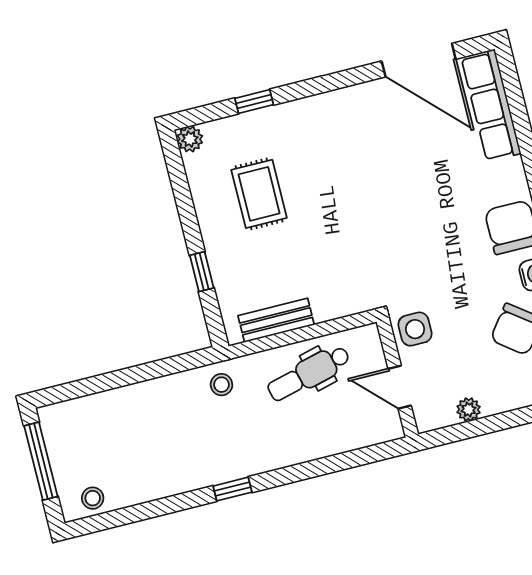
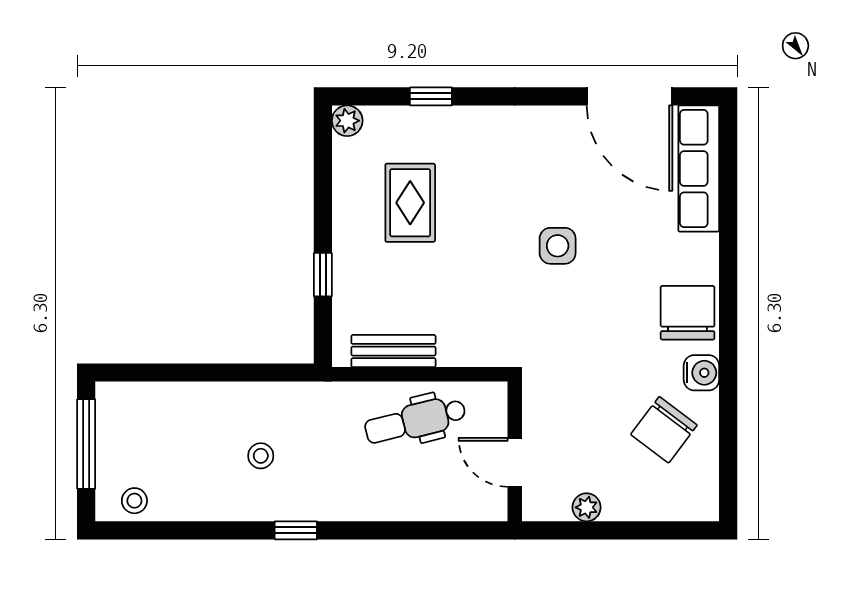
side table: (415, 329) -> (558, 246), moved
stool: (221, 385) -> (261, 456), moved

